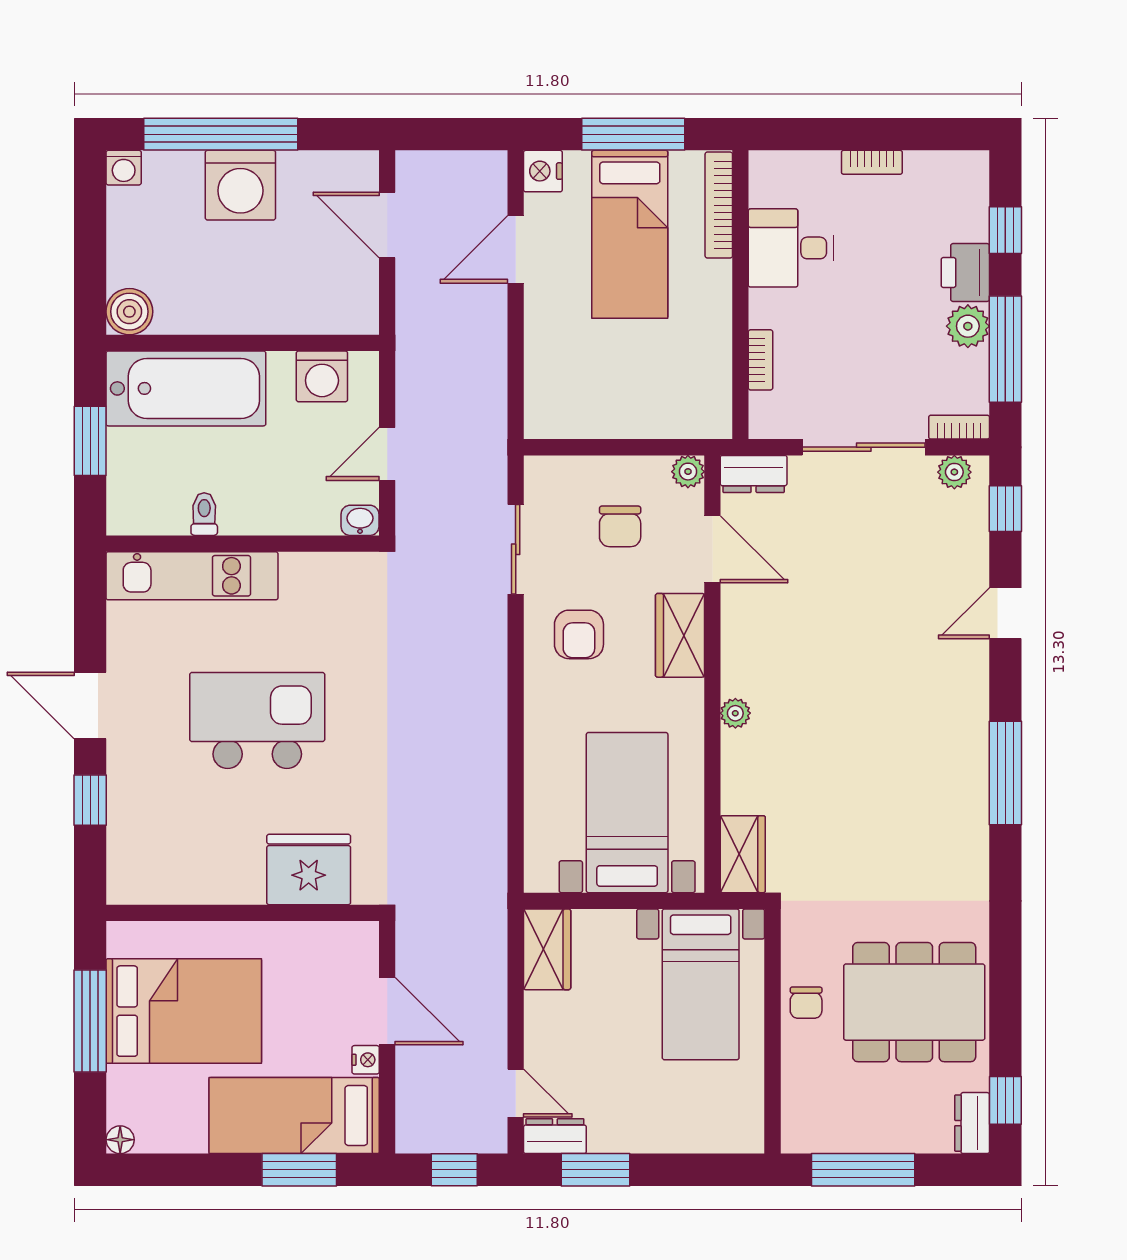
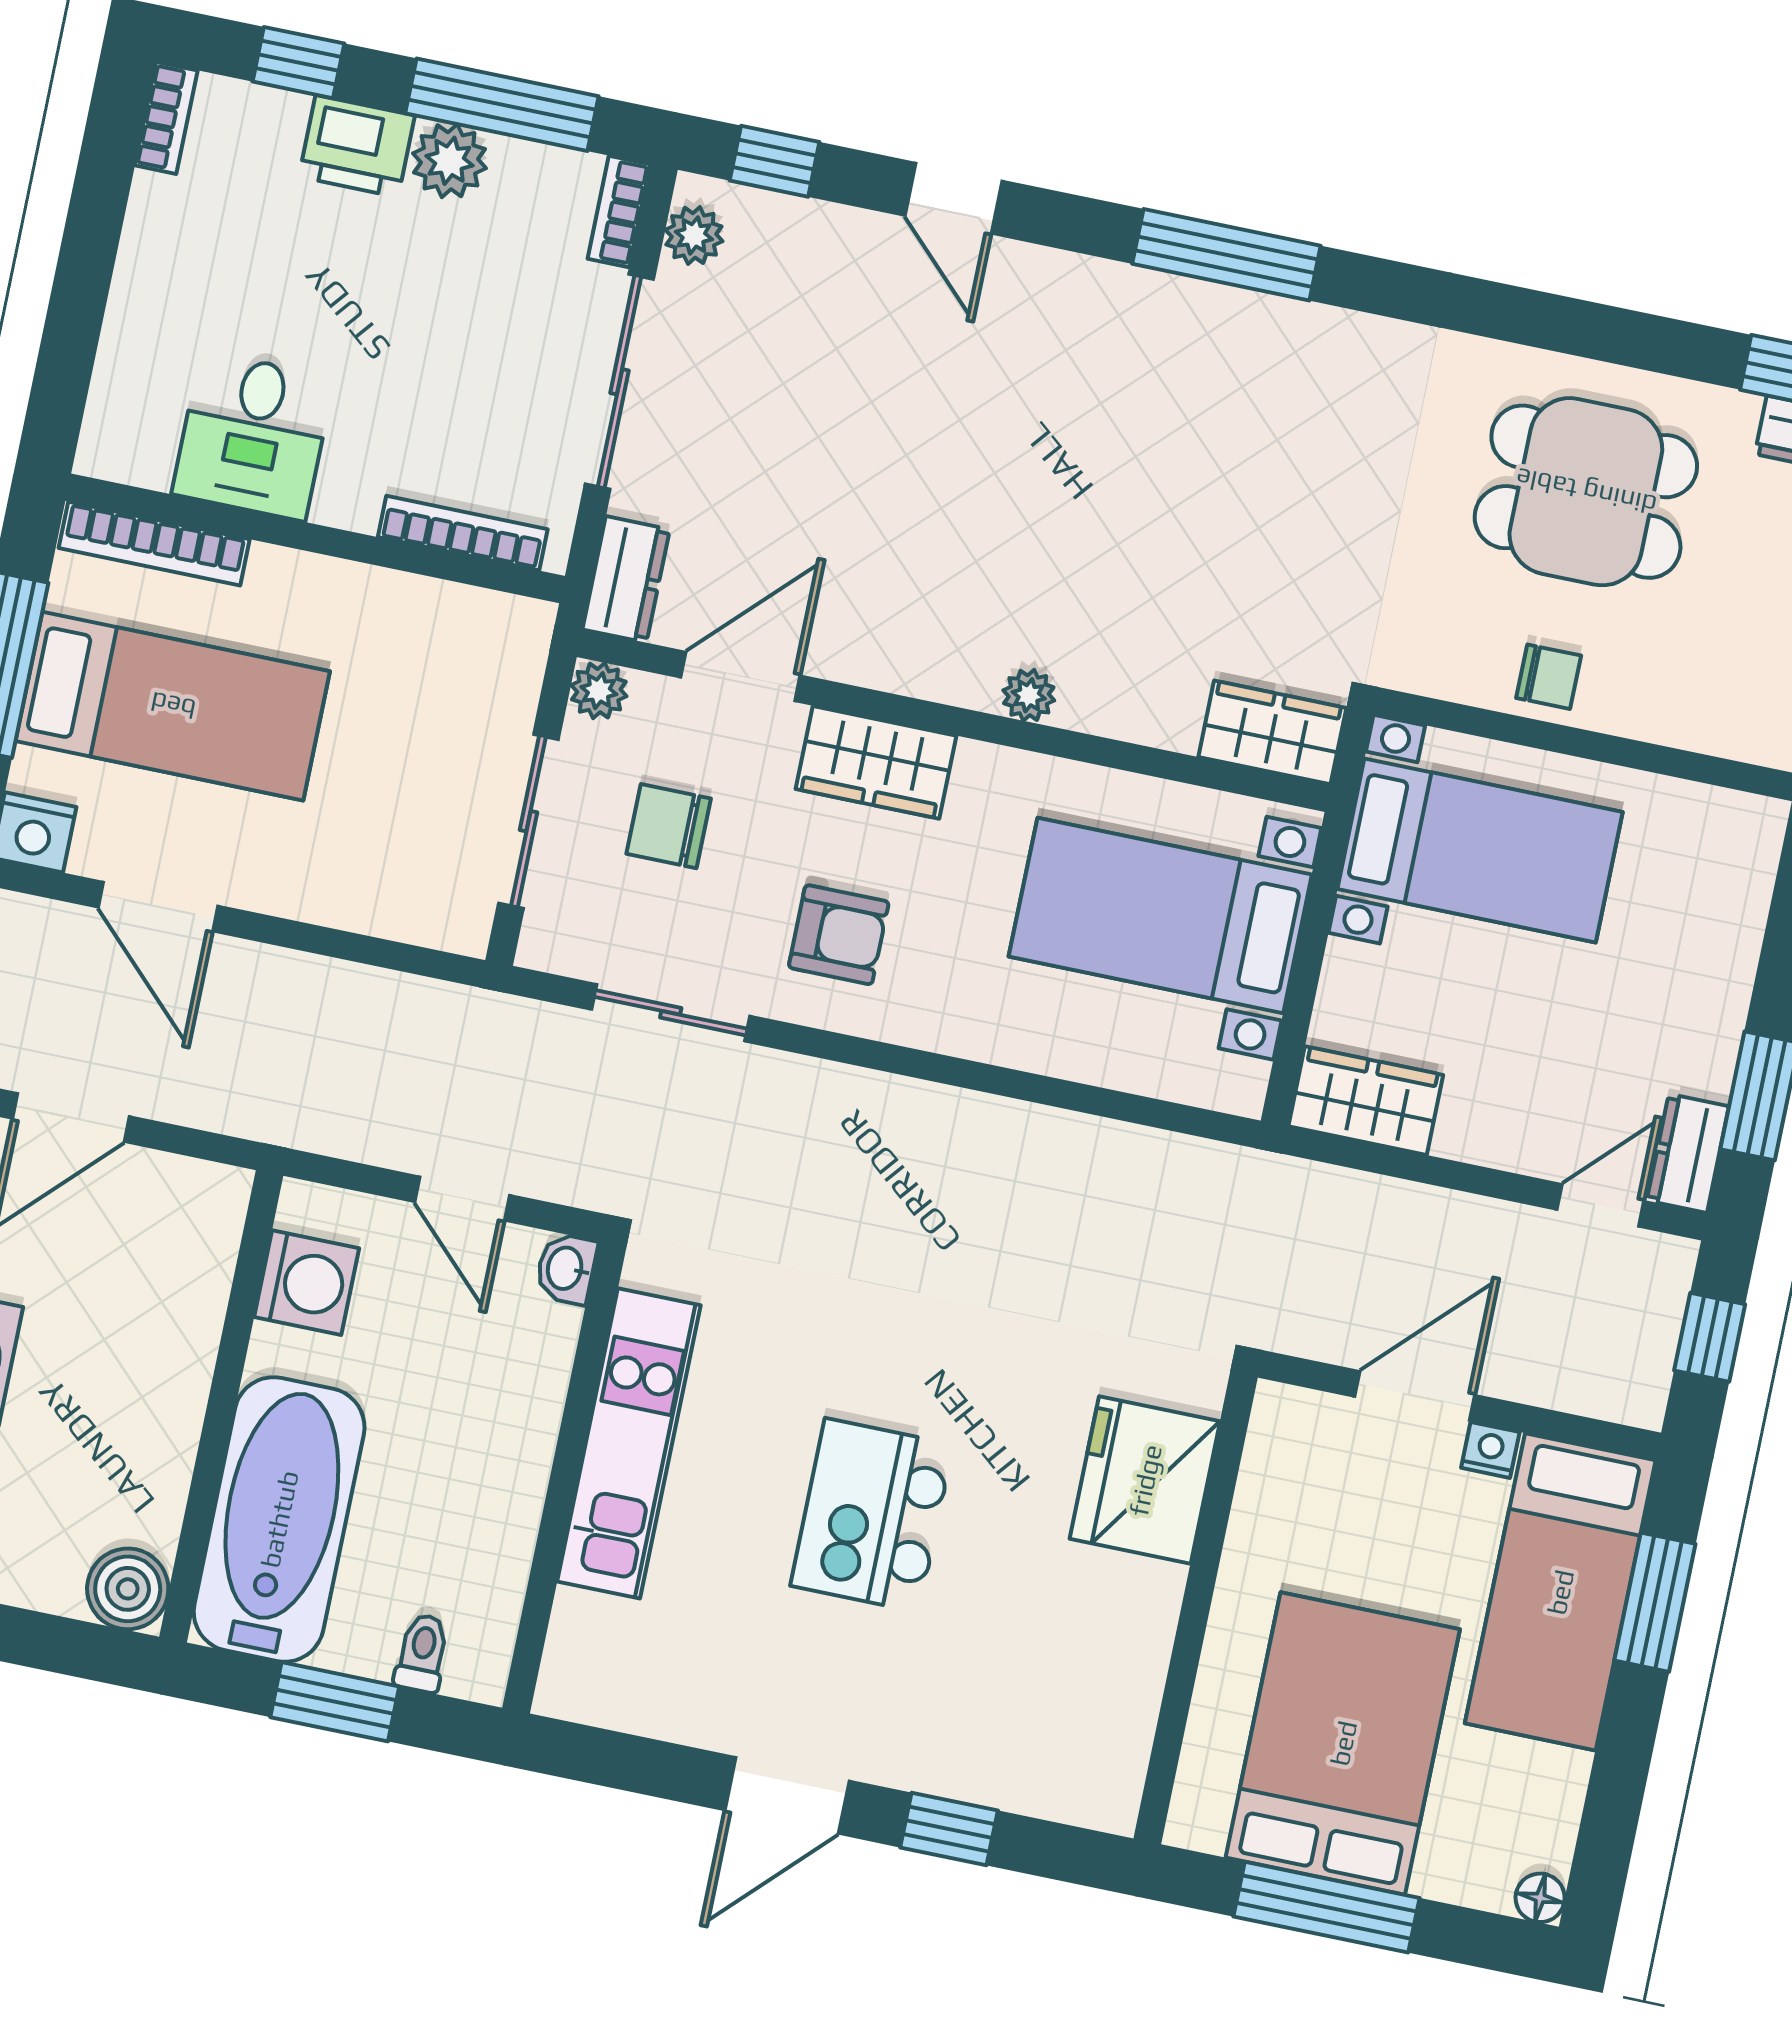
bookcase: (872, 162) -> (166, 118), moved
bookcase: (761, 360) -> (463, 533), width x1.56
sliding door: (607, 447) -> (528, 821), added
toilet: (204, 514) -> (422, 1653), moved, turned 90
chair: (620, 526) -> (669, 826), turned 180
kitchen unit: (192, 576) -> (629, 1443), moved
kitchen island: (257, 720) -> (872, 1515), width x0.73, depth x0.78
dining table: (914, 1002) -> (1586, 492), width x0.73

